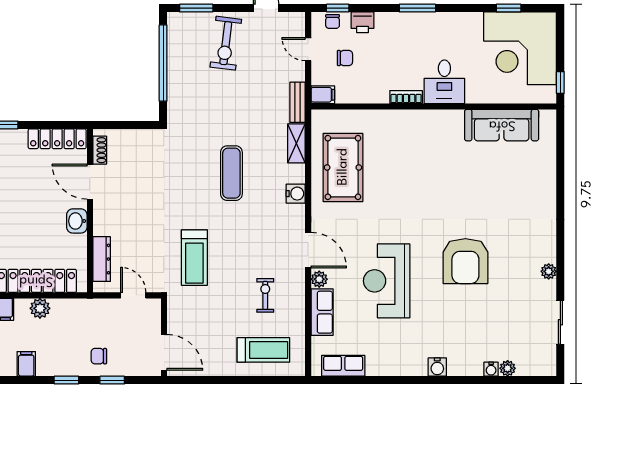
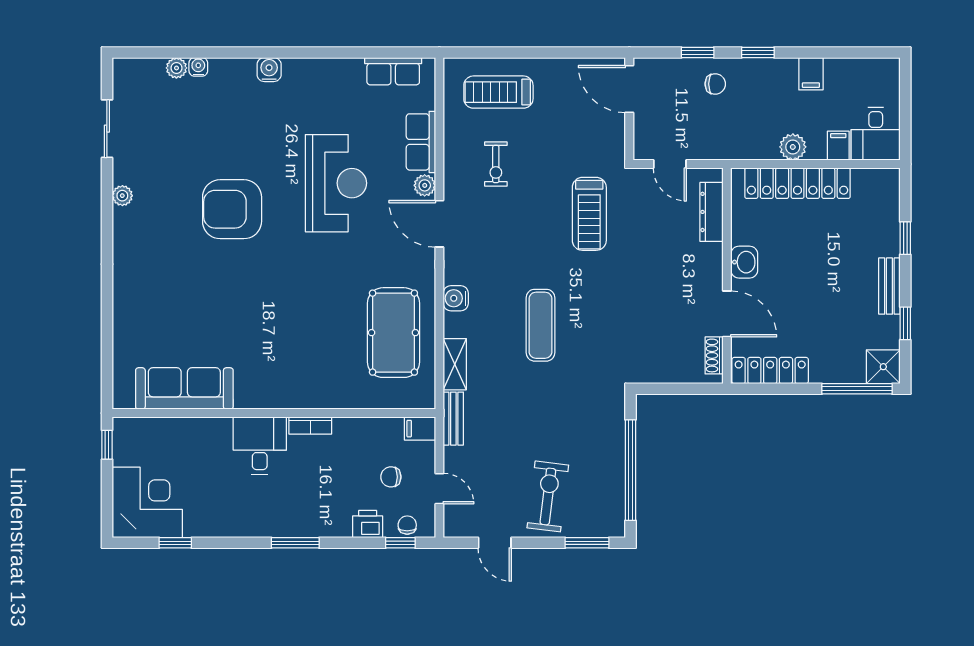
corner desk: (520, 48) -> (147, 502), width x0.74, depth x0.74
treadmill: (194, 258) -> (589, 214), turned 180
armchair: (465, 261) -> (232, 209), turned -90

